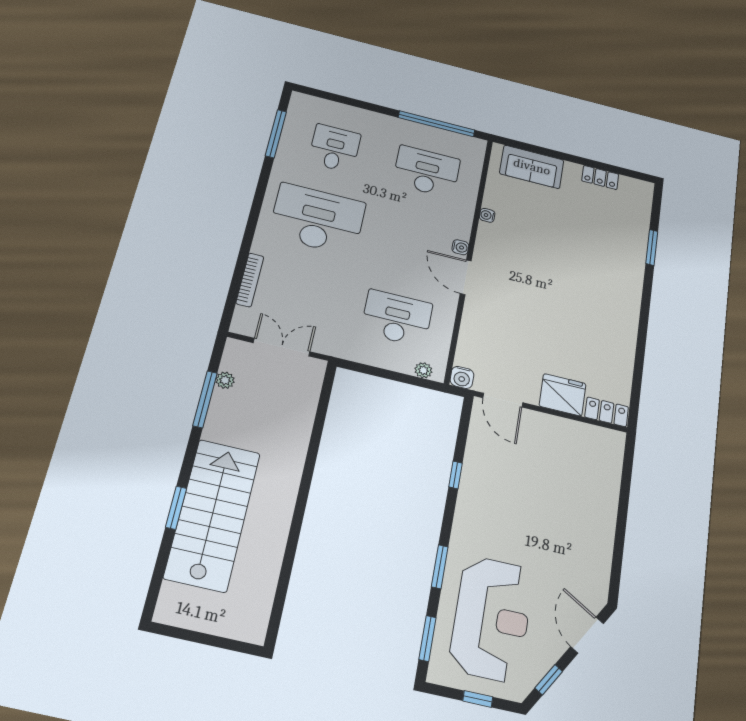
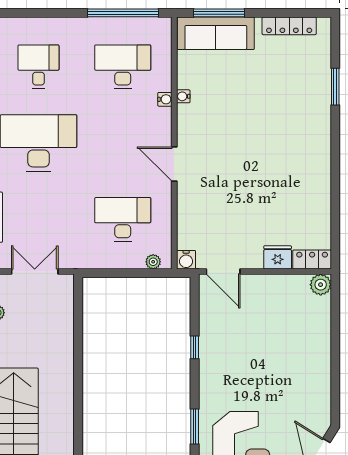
window: (538, 150) -> (219, 13), added
sofa: (532, 167) -> (216, 33), width x1.36
locker: (600, 177) -> (289, 26), width x1.53
water cooler: (460, 247) -> (165, 99), moved
fridge: (563, 395) -> (278, 257), width x0.73, depth x0.75
plant: (613, 441) -> (321, 285), added

